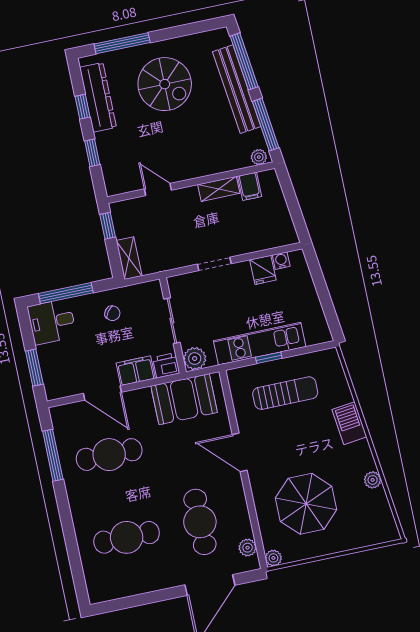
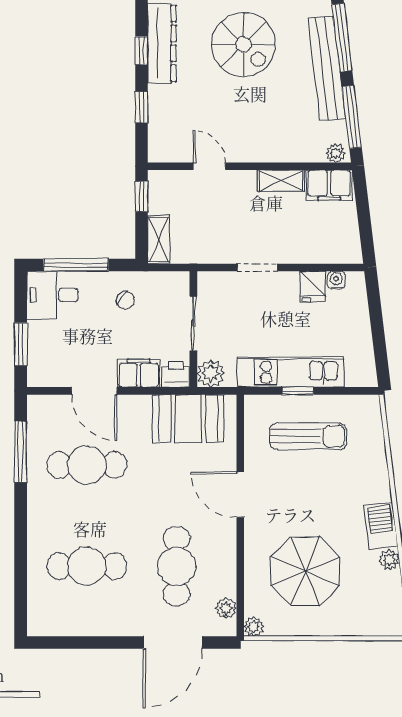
filing cabinet: (250, 186) -> (329, 185), width x2.00
barbecue: (349, 423) -> (381, 526), moved

